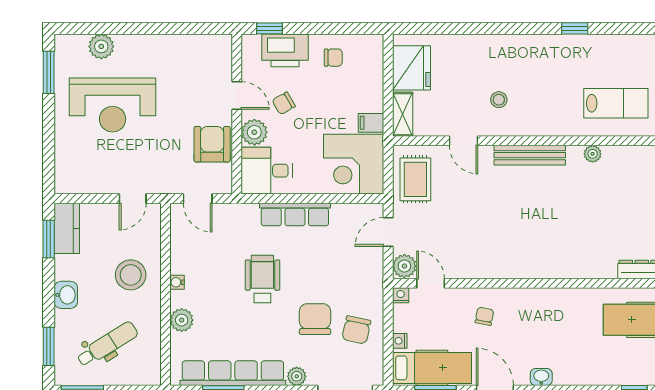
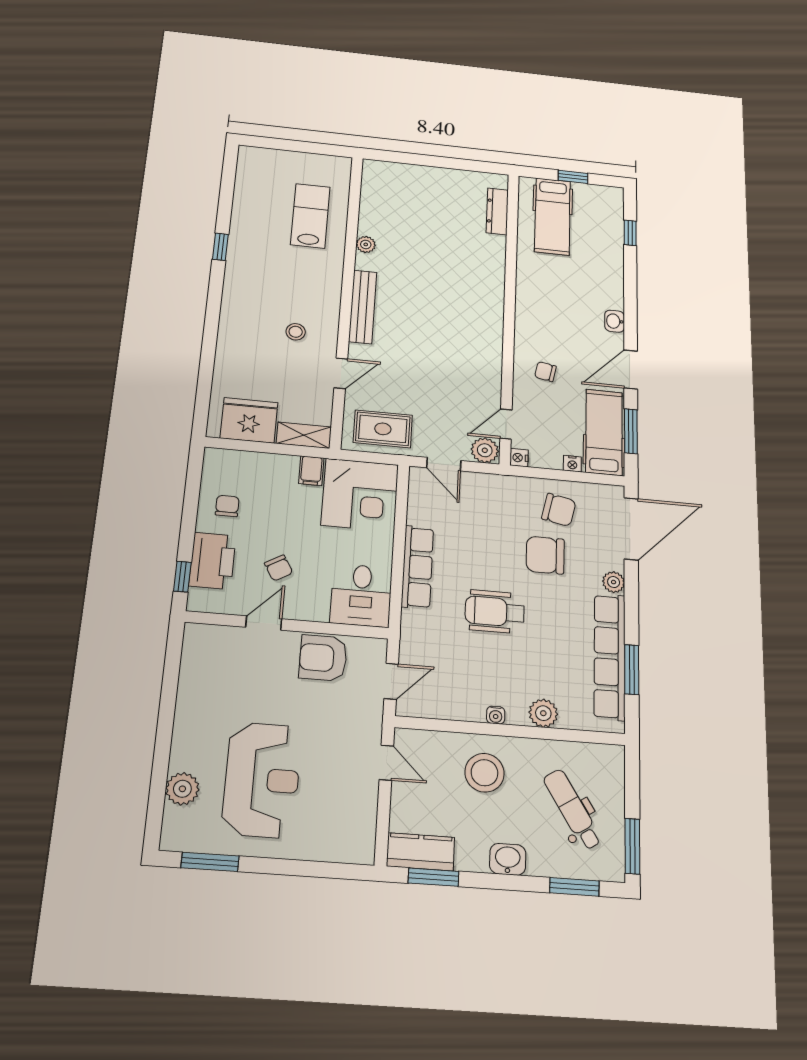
plant: (254, 132) -> (312, 606), removed

